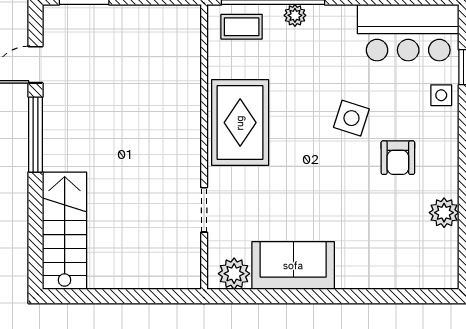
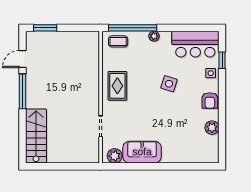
plant: (295, 15) -> (154, 36), moved
rug: (240, 123) -> (117, 86), width x0.73, depth x0.70
armchair: (398, 158) -> (210, 101), moved

